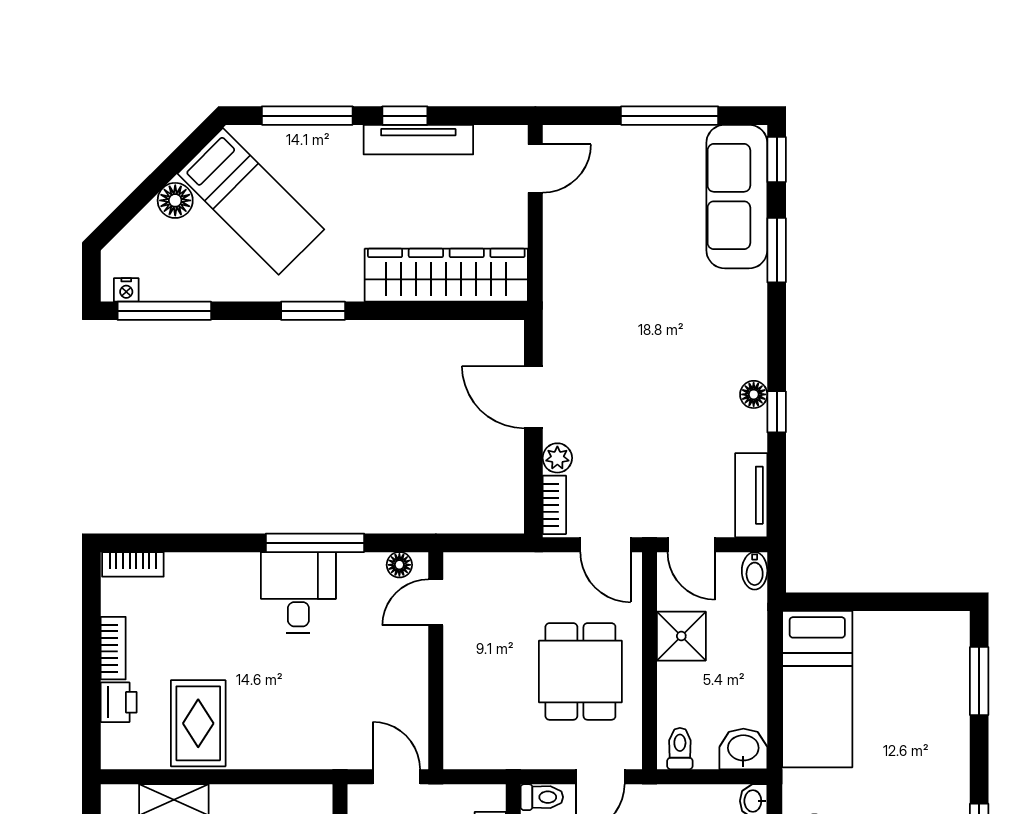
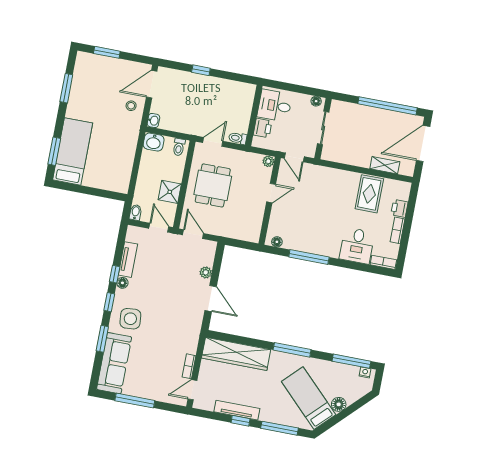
window: (777, 160) -> (109, 302), moved
window: (313, 311) -> (292, 350), width x1.44
side table: (718, 311) -> (130, 319), added
tv unit: (751, 495) -> (128, 260), moved
bookcase: (554, 505) -> (189, 366), moved
desk: (298, 592) -> (357, 246), moved
door: (436, 602) -> (271, 193), moved
bed: (817, 689) -> (73, 151), moved
plant: (457, 755) -> (268, 161), added

